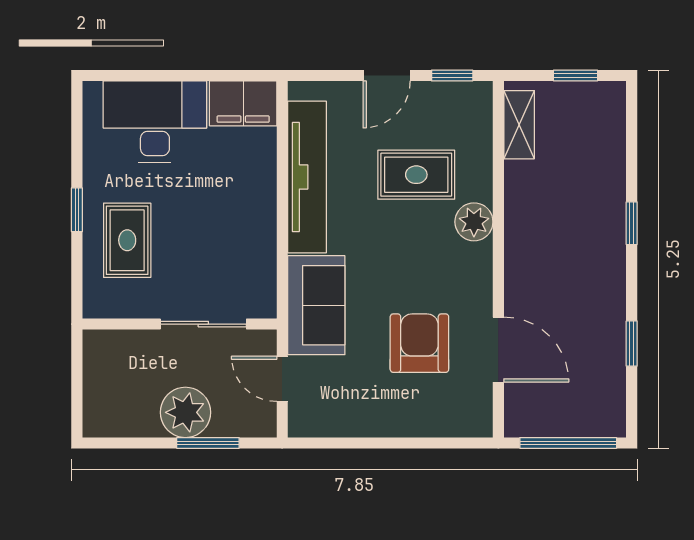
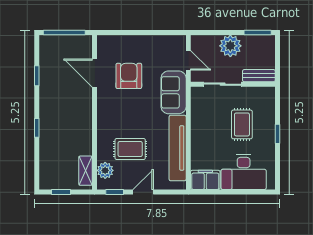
plant: (474, 222) -> (105, 170), moved
rug: (127, 240) -> (242, 124), moved
armchair: (419, 343) -> (129, 76), turned 180
bench: (120, 344) -> (259, 76), added
window: (208, 443) -> (258, 33), moved

